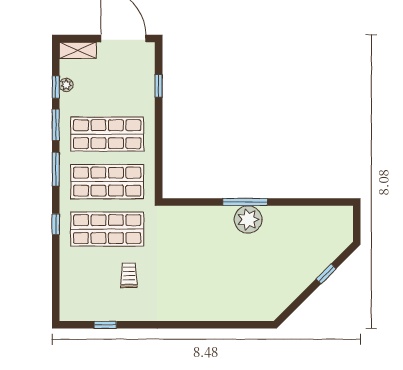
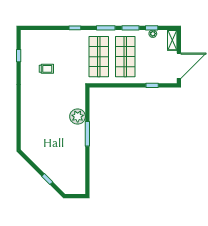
plant: (248, 219) -> (78, 117), moved
shop shelf: (107, 229) -> (72, 57), removed

